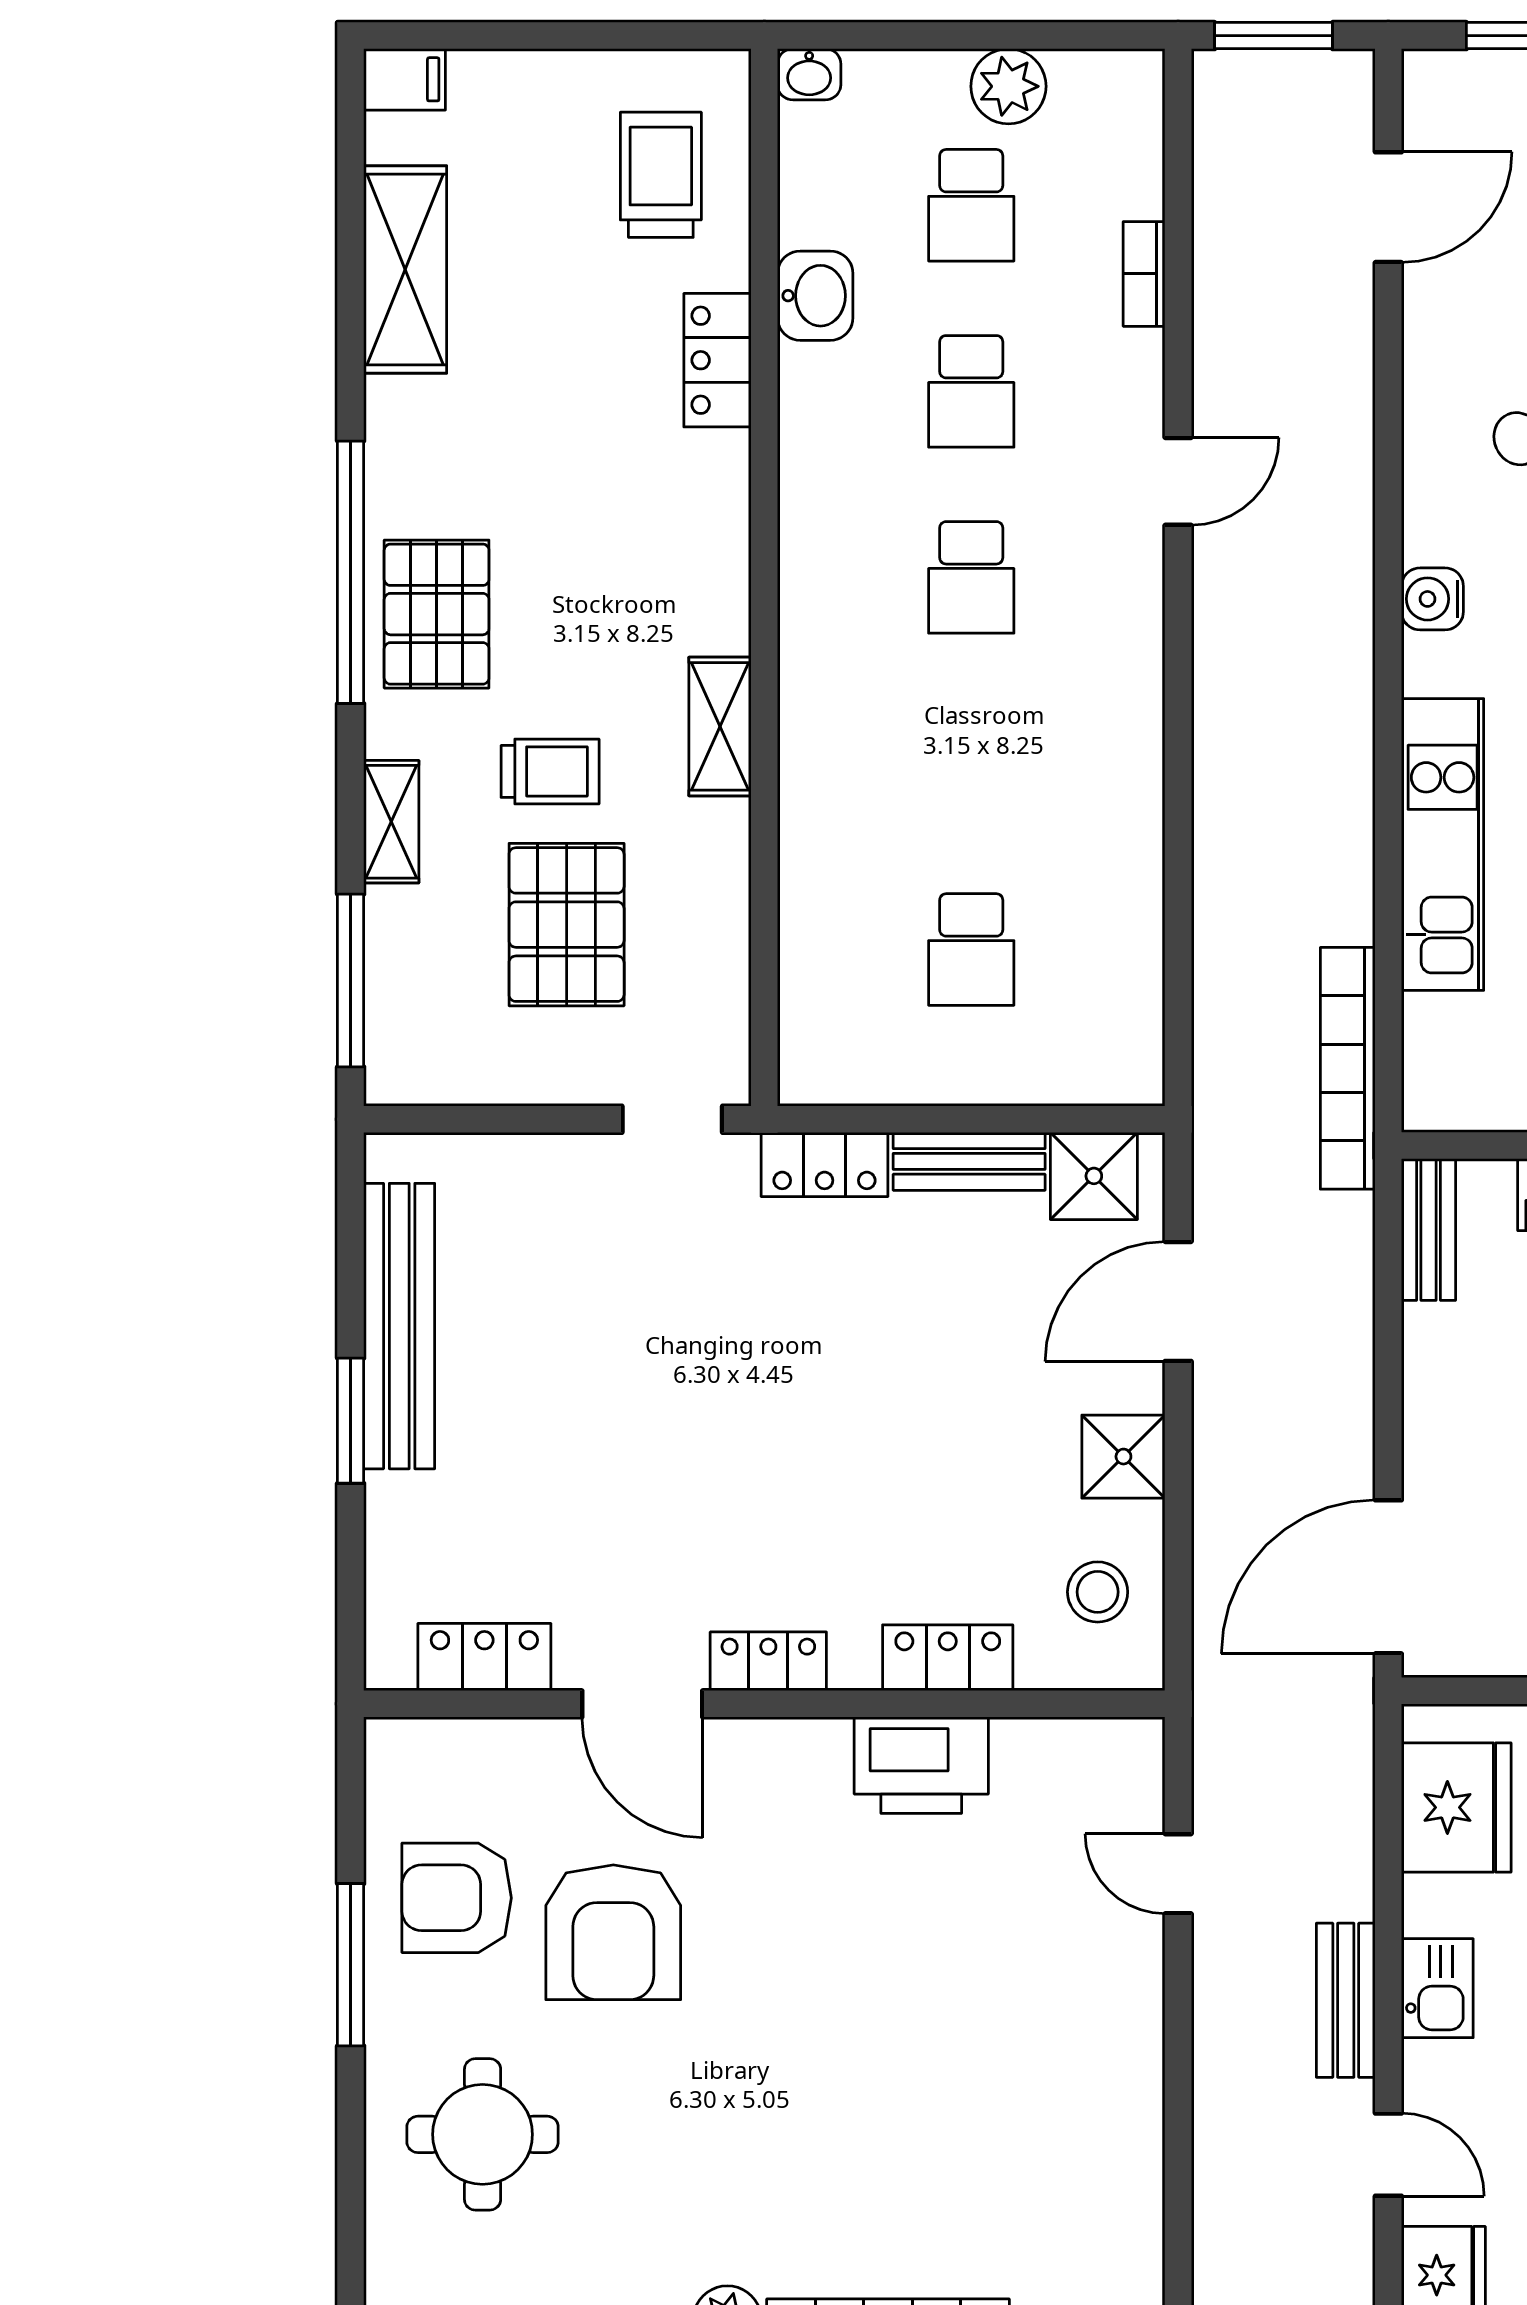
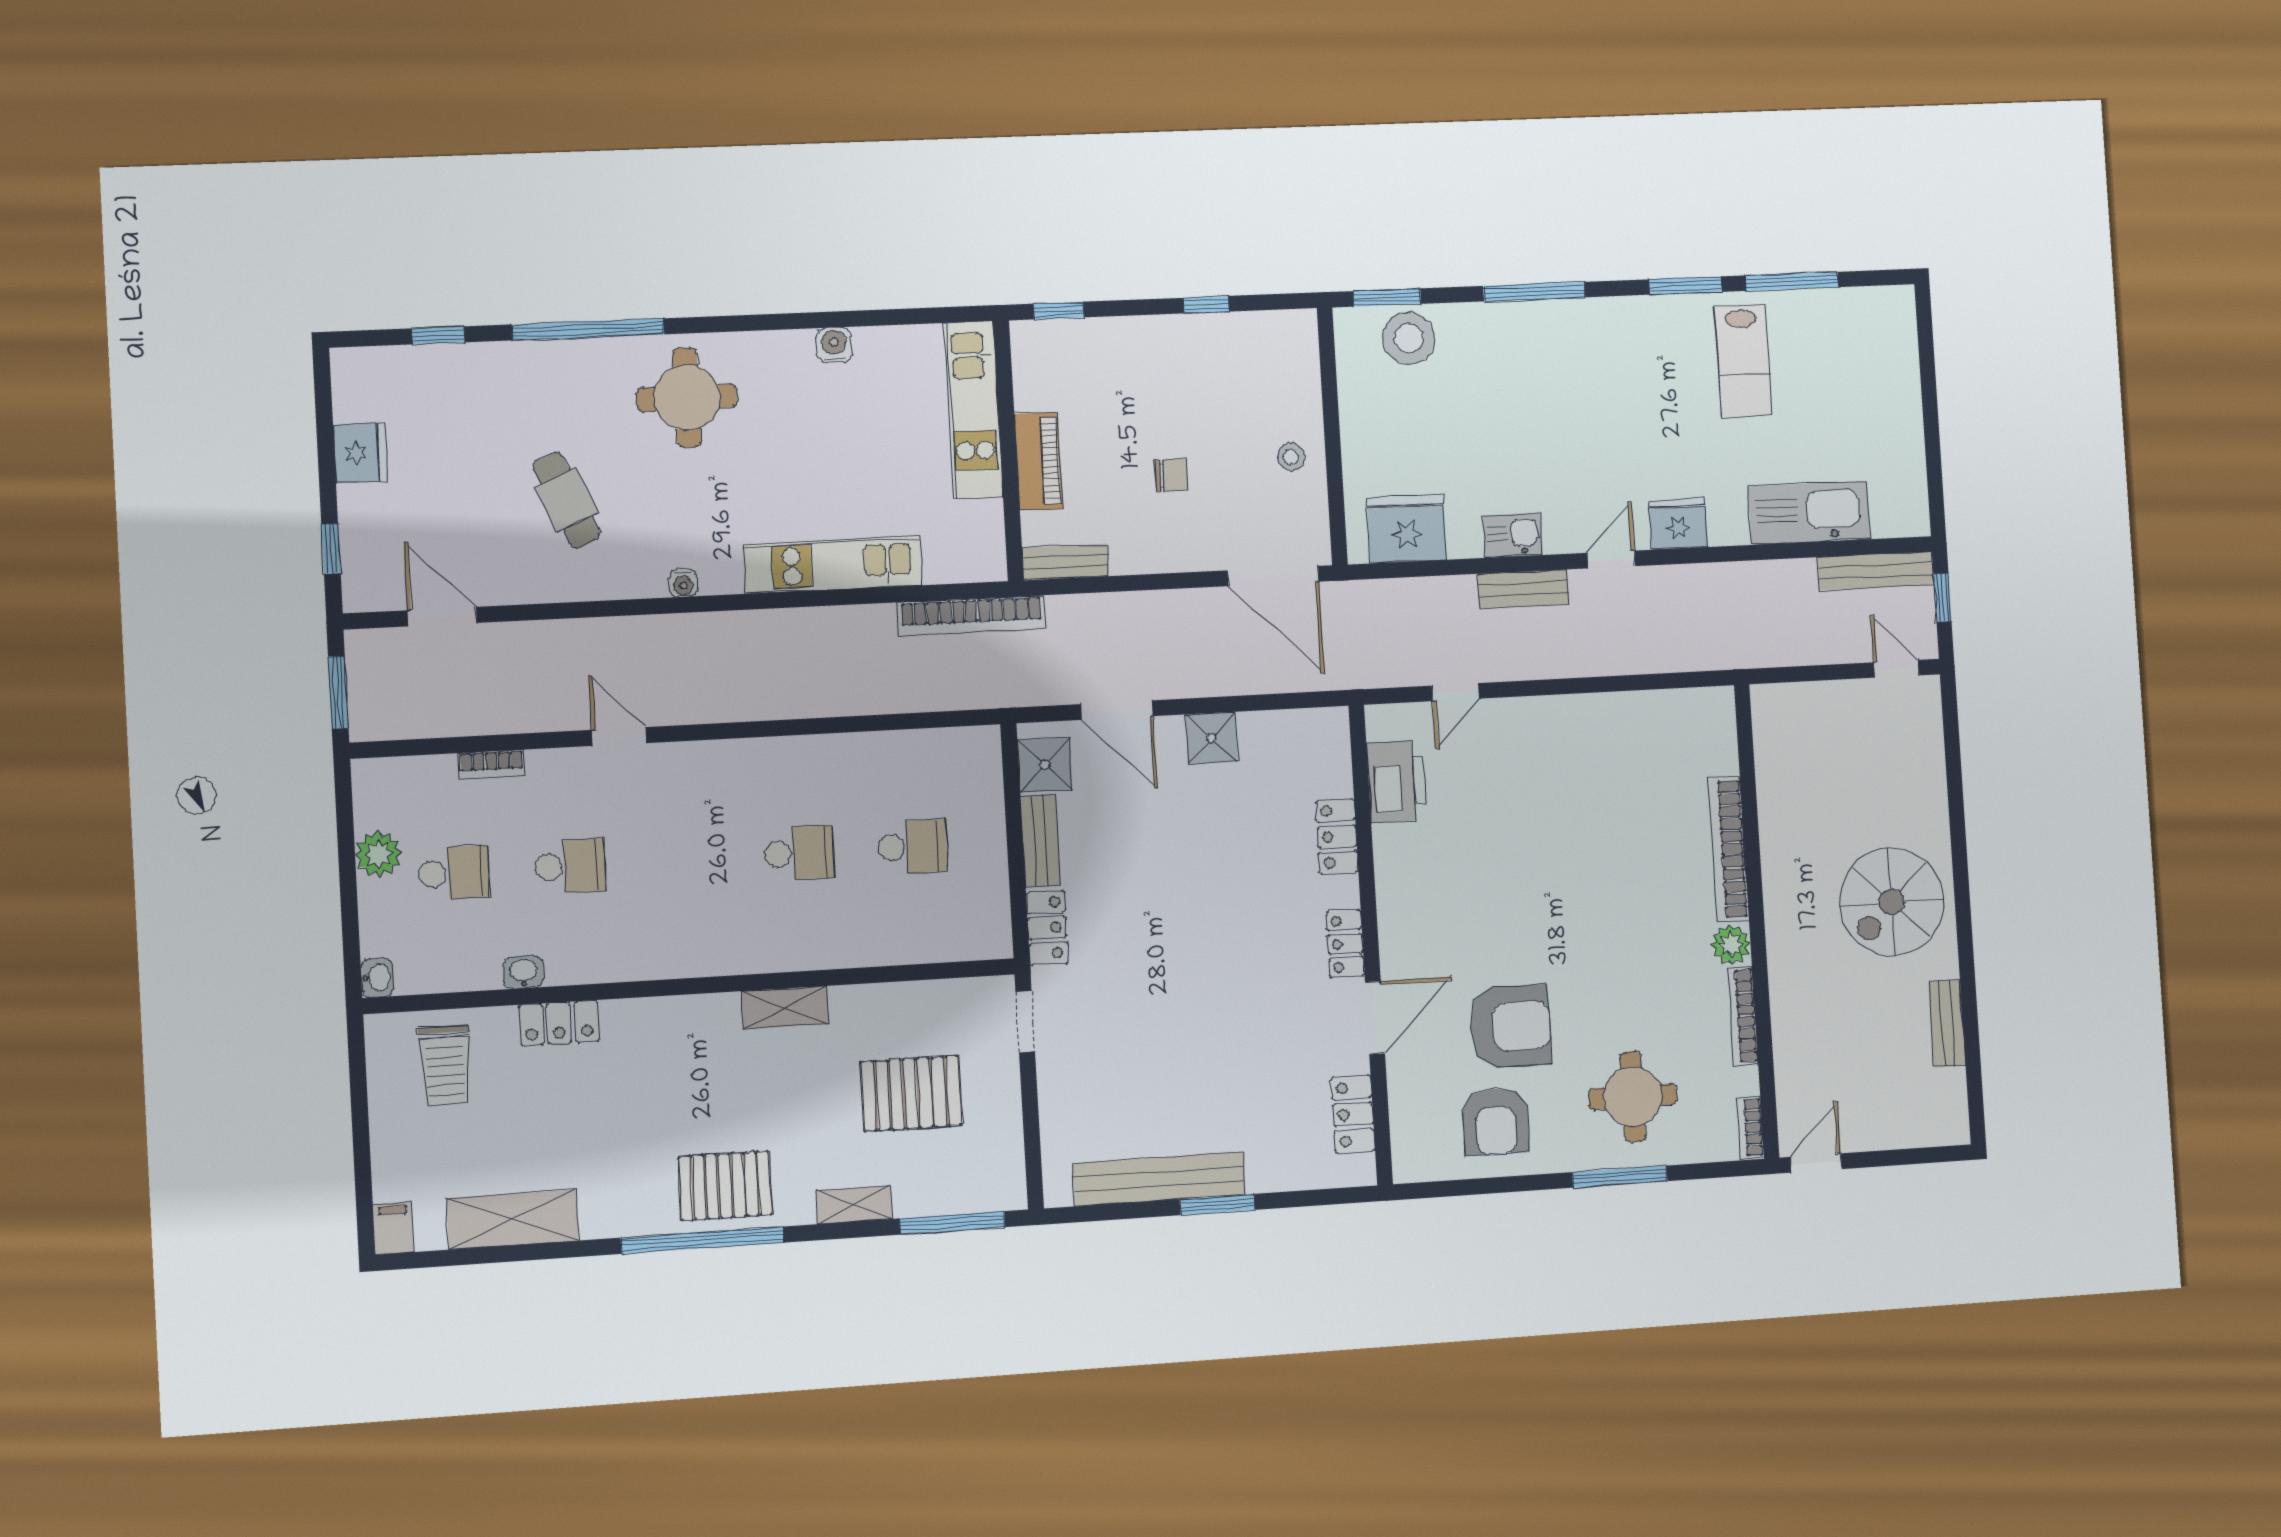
trolley: (661, 175) -> (445, 1065), turned -90
washbasin: (815, 296) -> (524, 972), width x0.72, depth x0.69
school desk: (971, 577) -> (799, 853), moved
water cooler: (1432, 599) -> (683, 583), width x0.72, depth x0.72
trolley: (550, 771) -> (818, 1110), removed
stool: (1098, 1592) -> (1293, 749), removed
printer: (921, 1765) -> (1397, 781), moved
window: (351, 1965) -> (1620, 1177), moved

